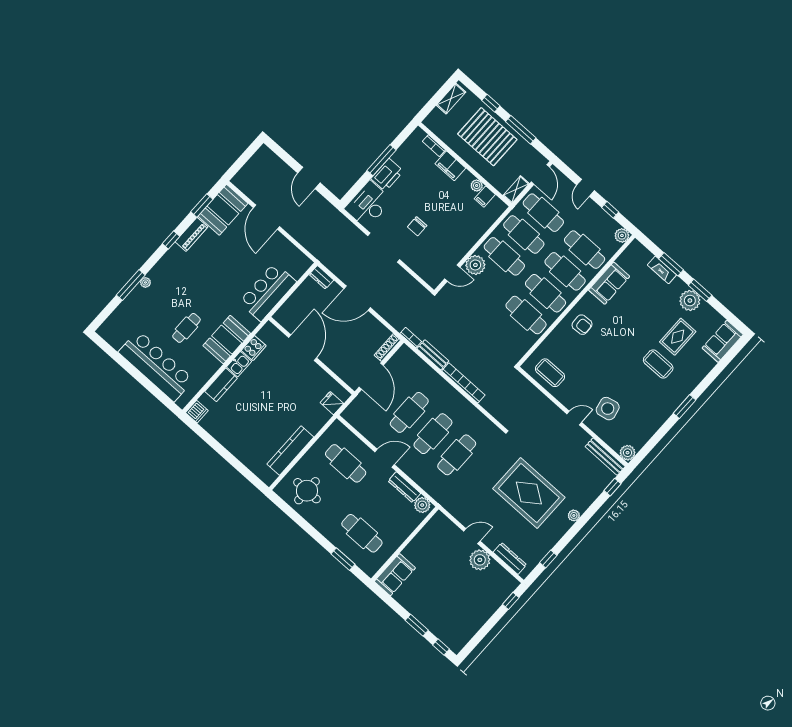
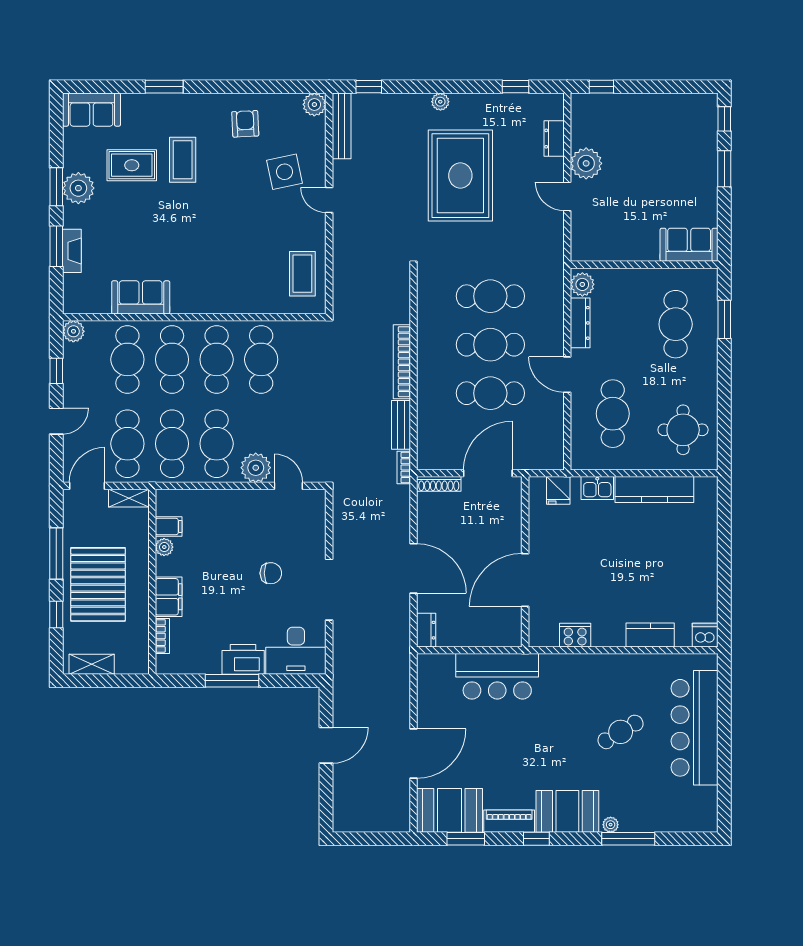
armchair: (582, 325) -> (245, 124), moved
cafe table: (186, 328) -> (621, 732), turned -31
booth: (227, 340) -> (567, 811), moved
kitchen sink: (239, 364) -> (597, 488), moved, turned 180
window: (685, 407) -> (164, 87), moved
dresser: (510, 558) -> (554, 139), width x0.70

